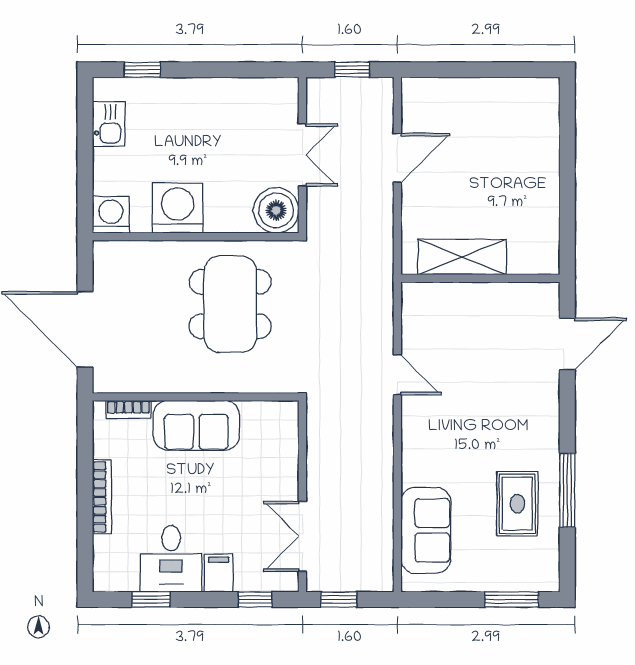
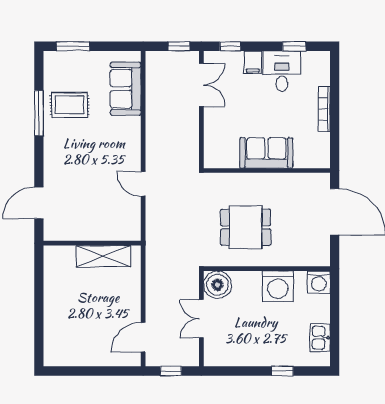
window: (142, 70) -> (282, 371), moved
door: (397, 158) -> (143, 337), moved
dining table: (230, 304) -> (246, 227), width x0.73
bookcase: (128, 409) -> (308, 163), removed
rug: (517, 504) -> (70, 105), turned 90

